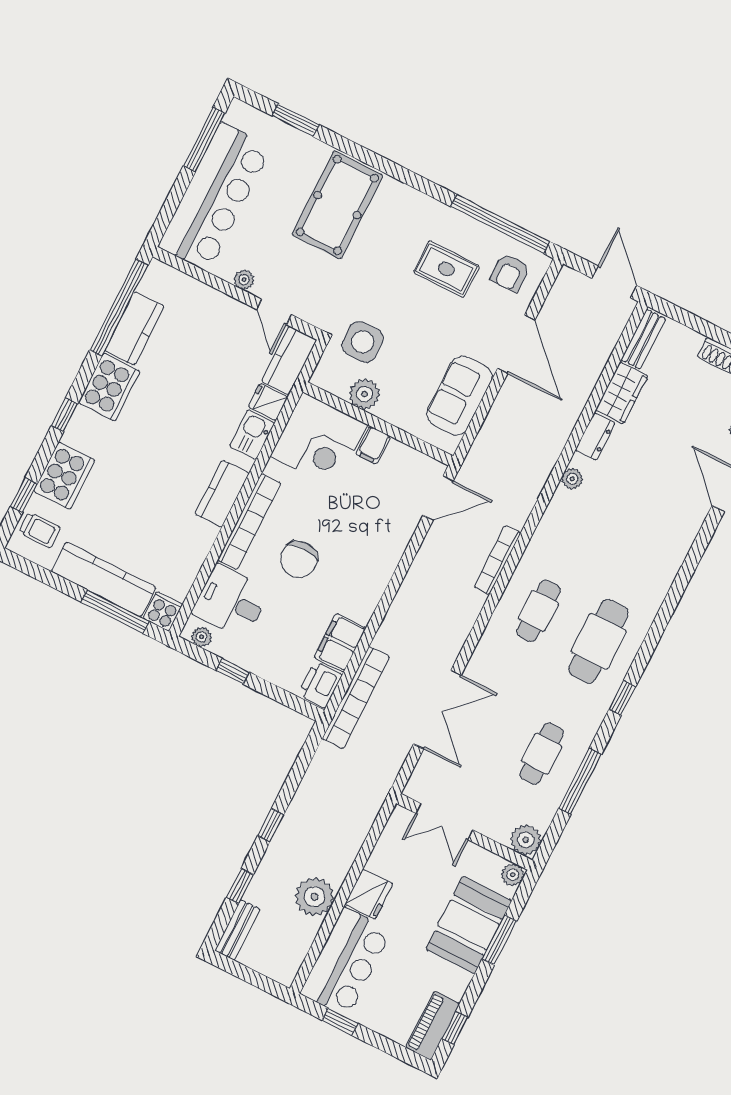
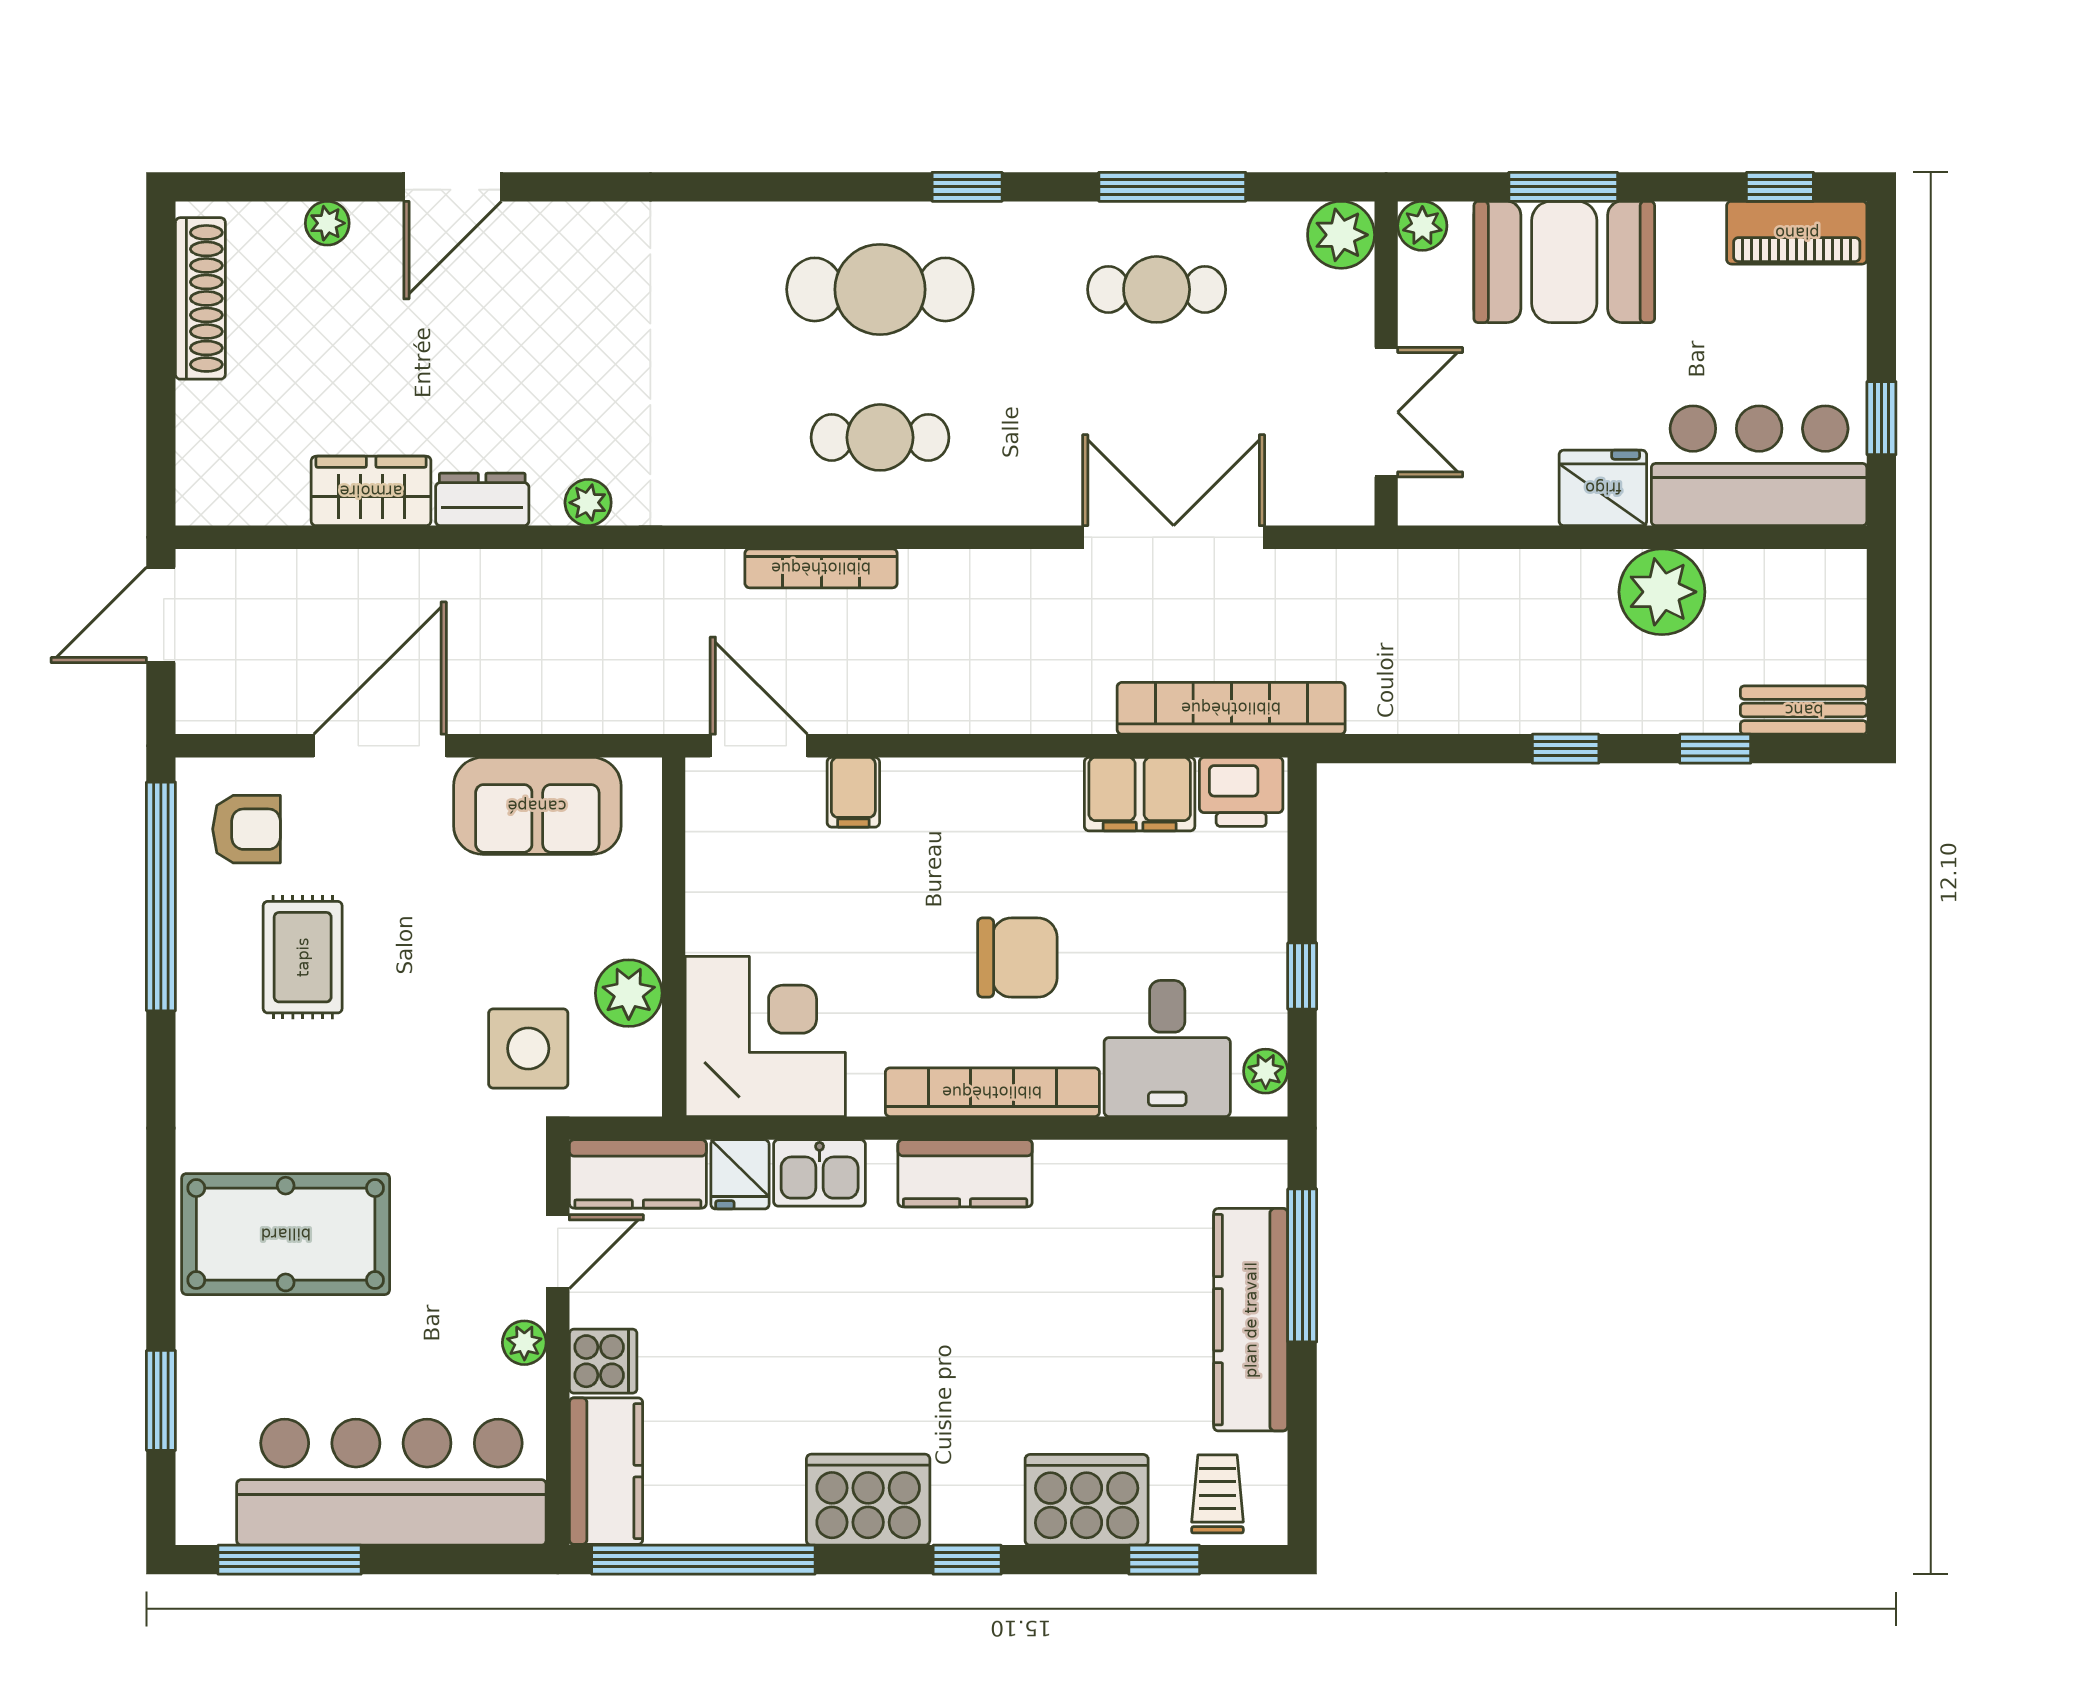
kitchen counter: (134, 328) -> (606, 1471), moved, turned 90
bench: (643, 339) -> (244, 502), removed
filing cabinet: (373, 445) -> (853, 792), moved, turned 90
cooker: (163, 611) -> (603, 1361), moved, turned 180

